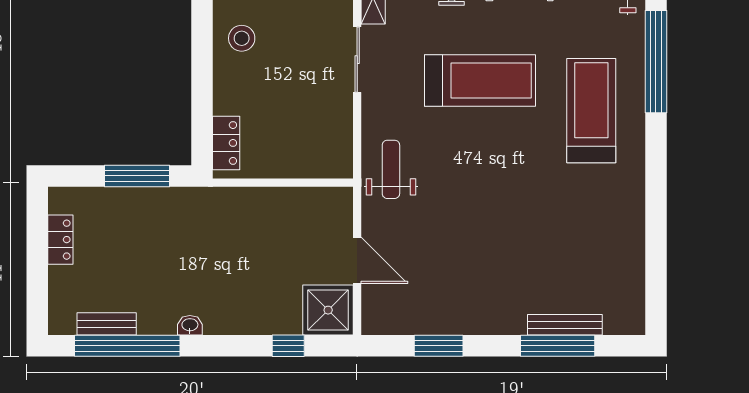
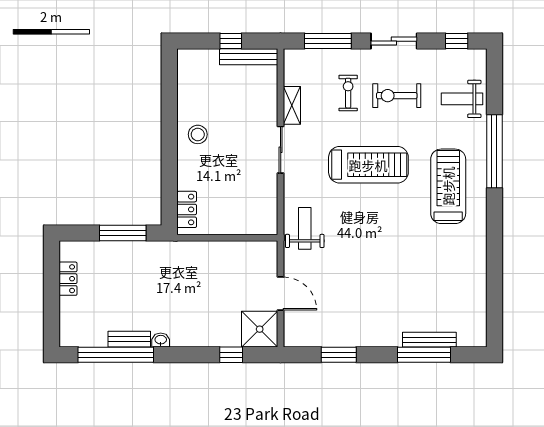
bench: (107, 324) -> (129, 339), moved

